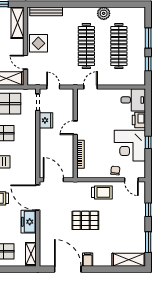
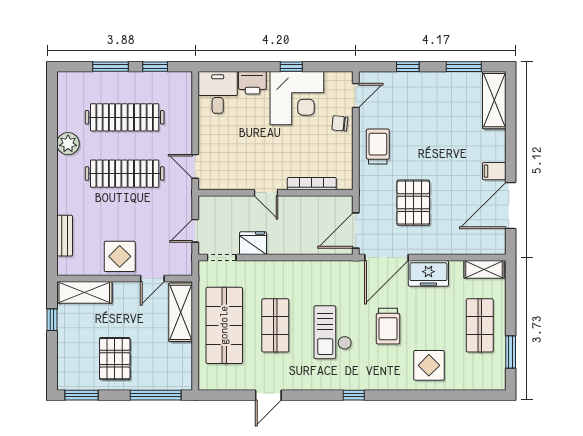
bench: (46, 11) -> (65, 236), width x0.73
pallet: (85, 220) -> (413, 203), moved

